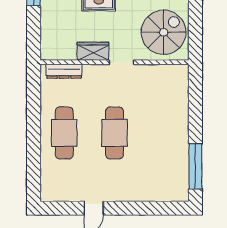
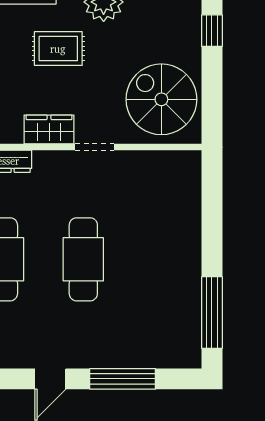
spiral stairs: (164, 32) -> (161, 99), turned -90
window: (139, 208) -> (123, 379), added

